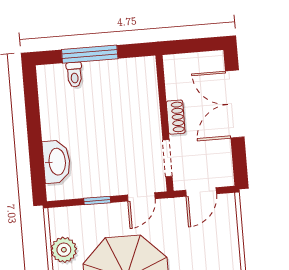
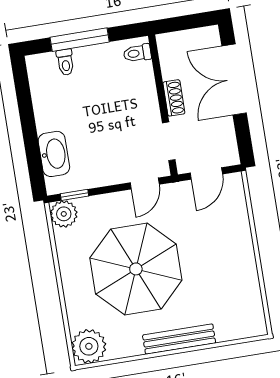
toilet: (144, 71) -> (137, 53), added
window: (97, 200) -> (75, 195), moved
plant: (64, 250) -> (64, 214), moved

